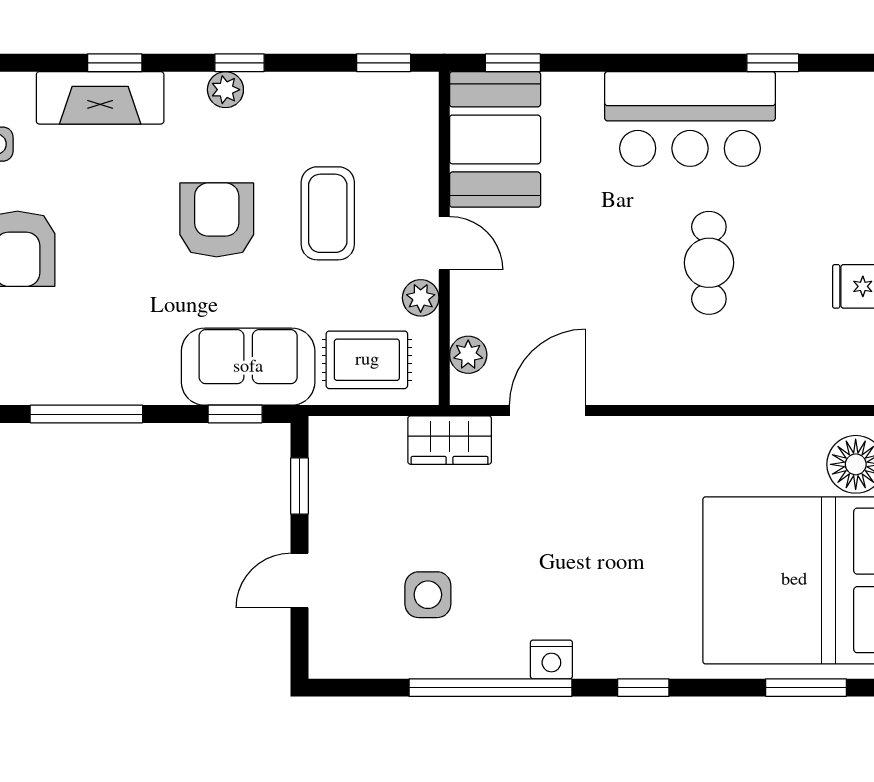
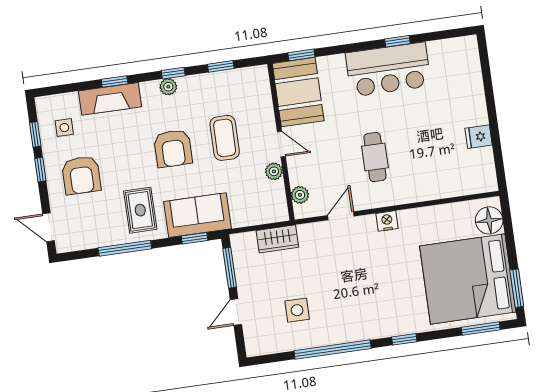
window: (384, 63) -> (221, 66), moved
window: (773, 63) -> (397, 41), moved
armchair: (217, 220) -> (173, 148), turned 180
cafe table: (709, 263) -> (375, 157), moved
rug: (367, 360) -> (140, 210), moved, turned 90
door: (547, 411) -> (341, 216), width x0.73
wardrobe: (450, 440) -> (277, 239), moved
window: (300, 486) -> (230, 268), width x1.50
nightstand: (551, 659) -> (387, 221), moved, turned 180

